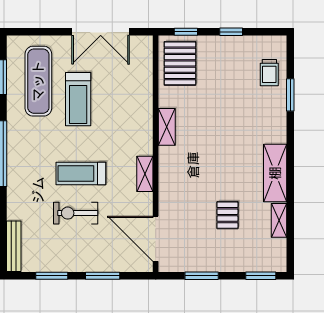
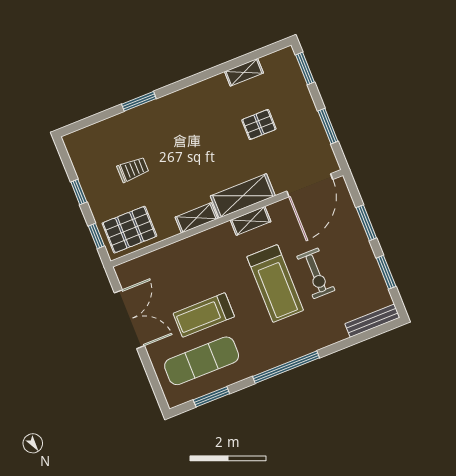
trolley: (269, 73) -> (133, 169), moved
window: (290, 95) -> (139, 101), moved
treadmill: (78, 99) -> (204, 315), turned 180
treadmill: (81, 173) -> (275, 284), width x1.37, depth x1.38
shelving: (275, 173) -> (243, 196), moved

